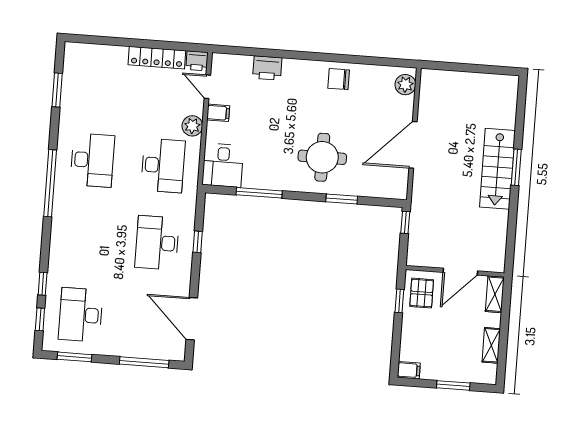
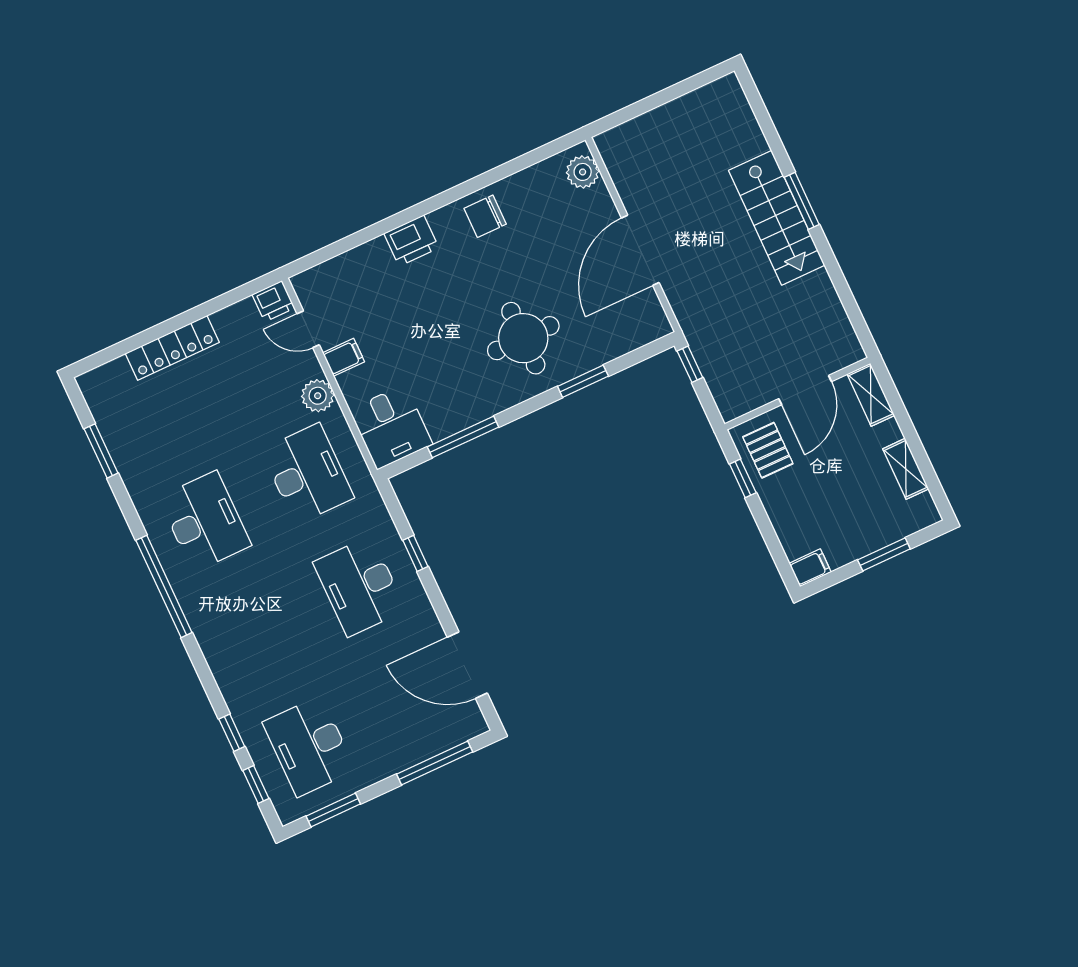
locker: (157, 58) -> (172, 348), moved
printer: (267, 68) -> (411, 241), moved

